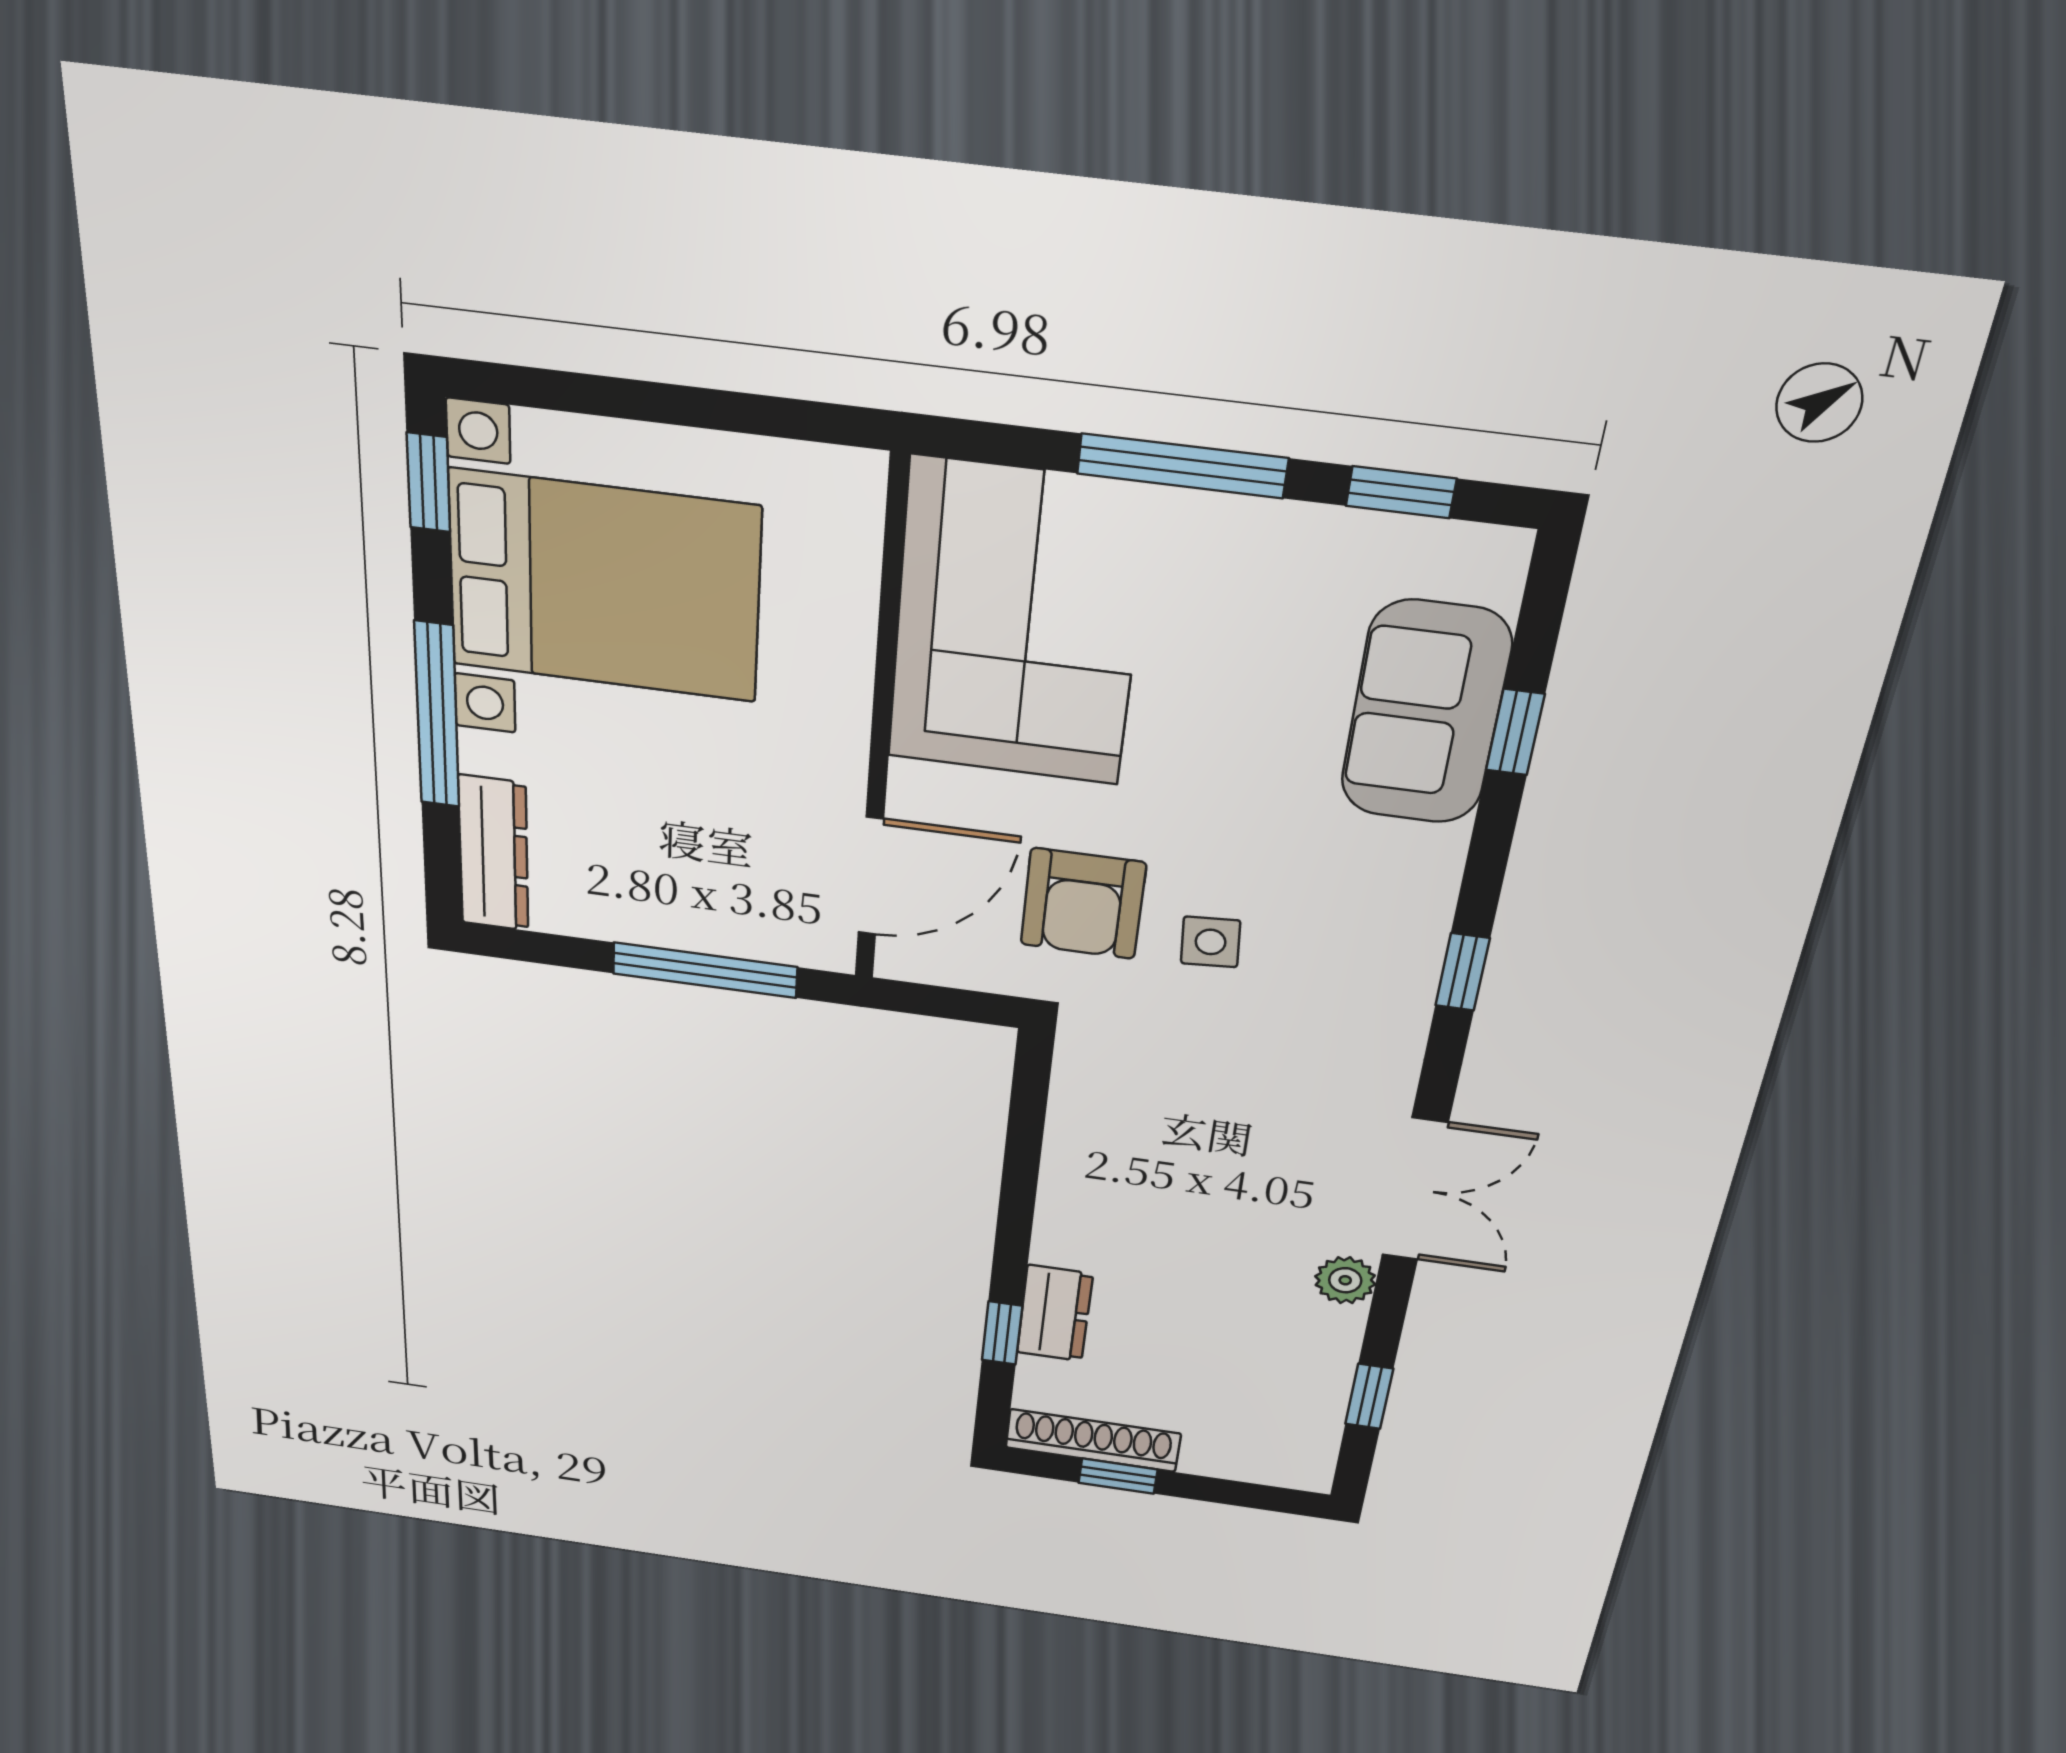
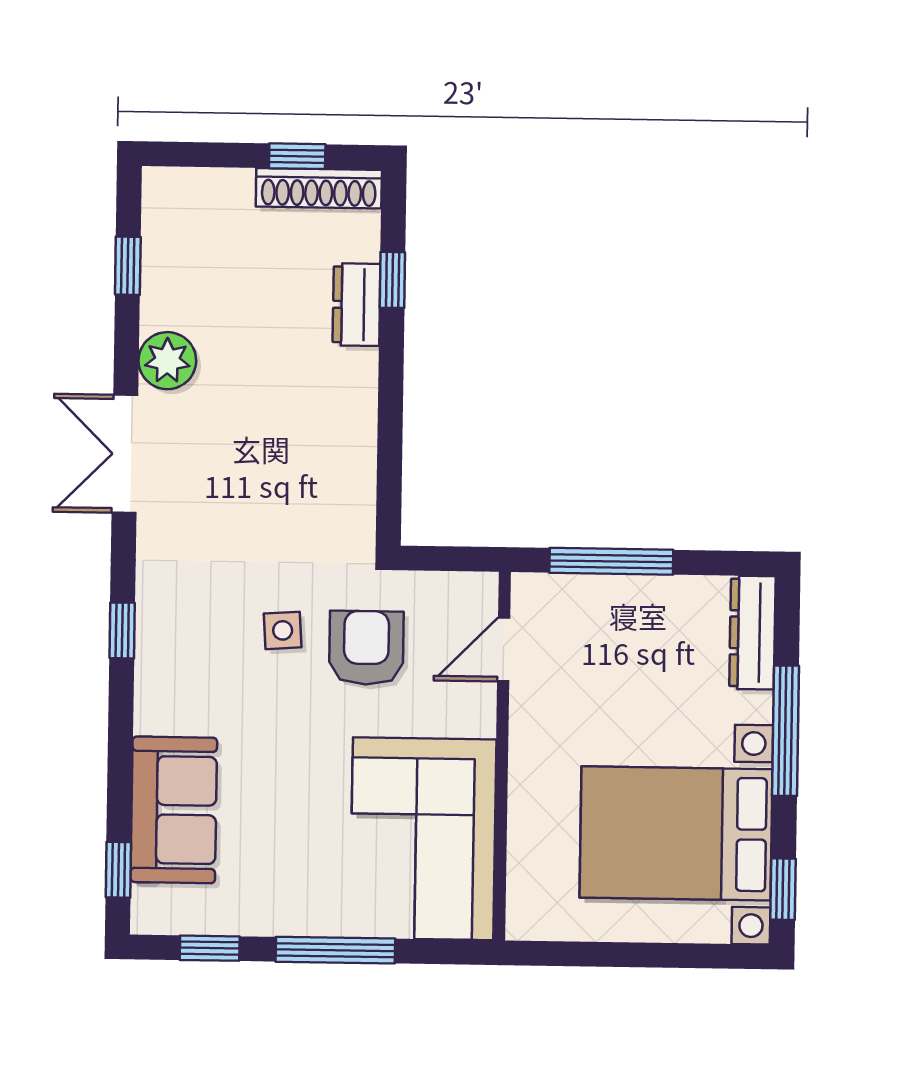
window: (1515, 732) -> (118, 870), moved
door: (871, 876) -> (504, 650), width x0.73
plant: (1345, 1280) -> (167, 361), width x1.38, depth x1.38

